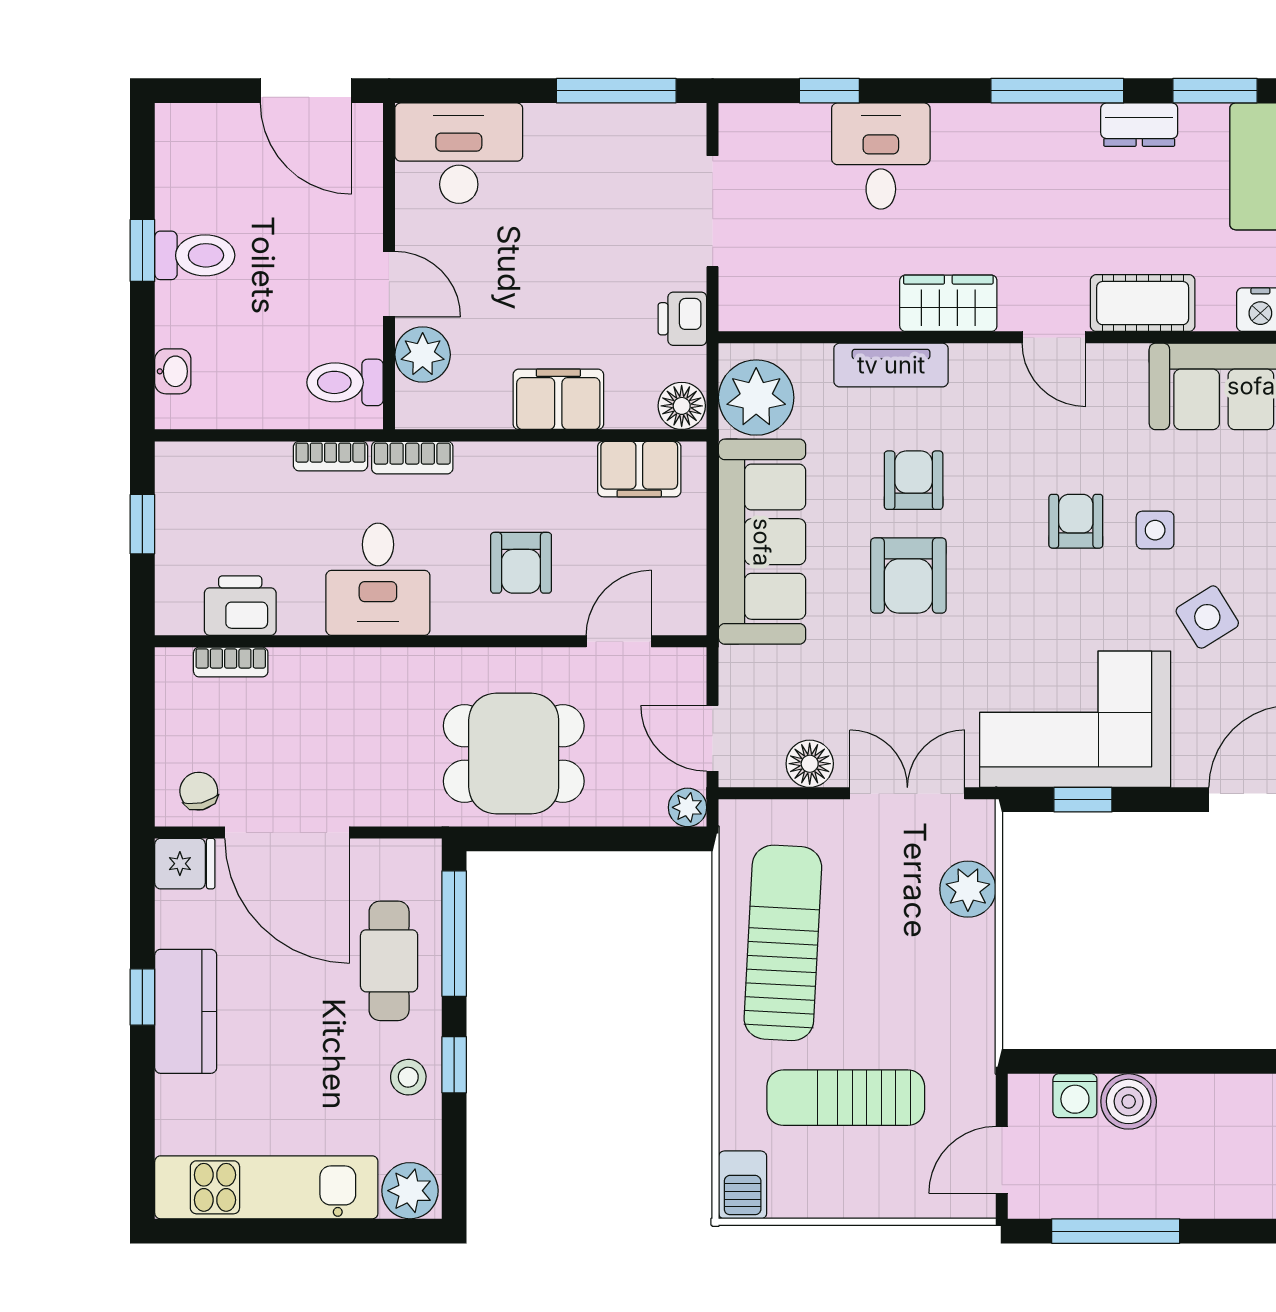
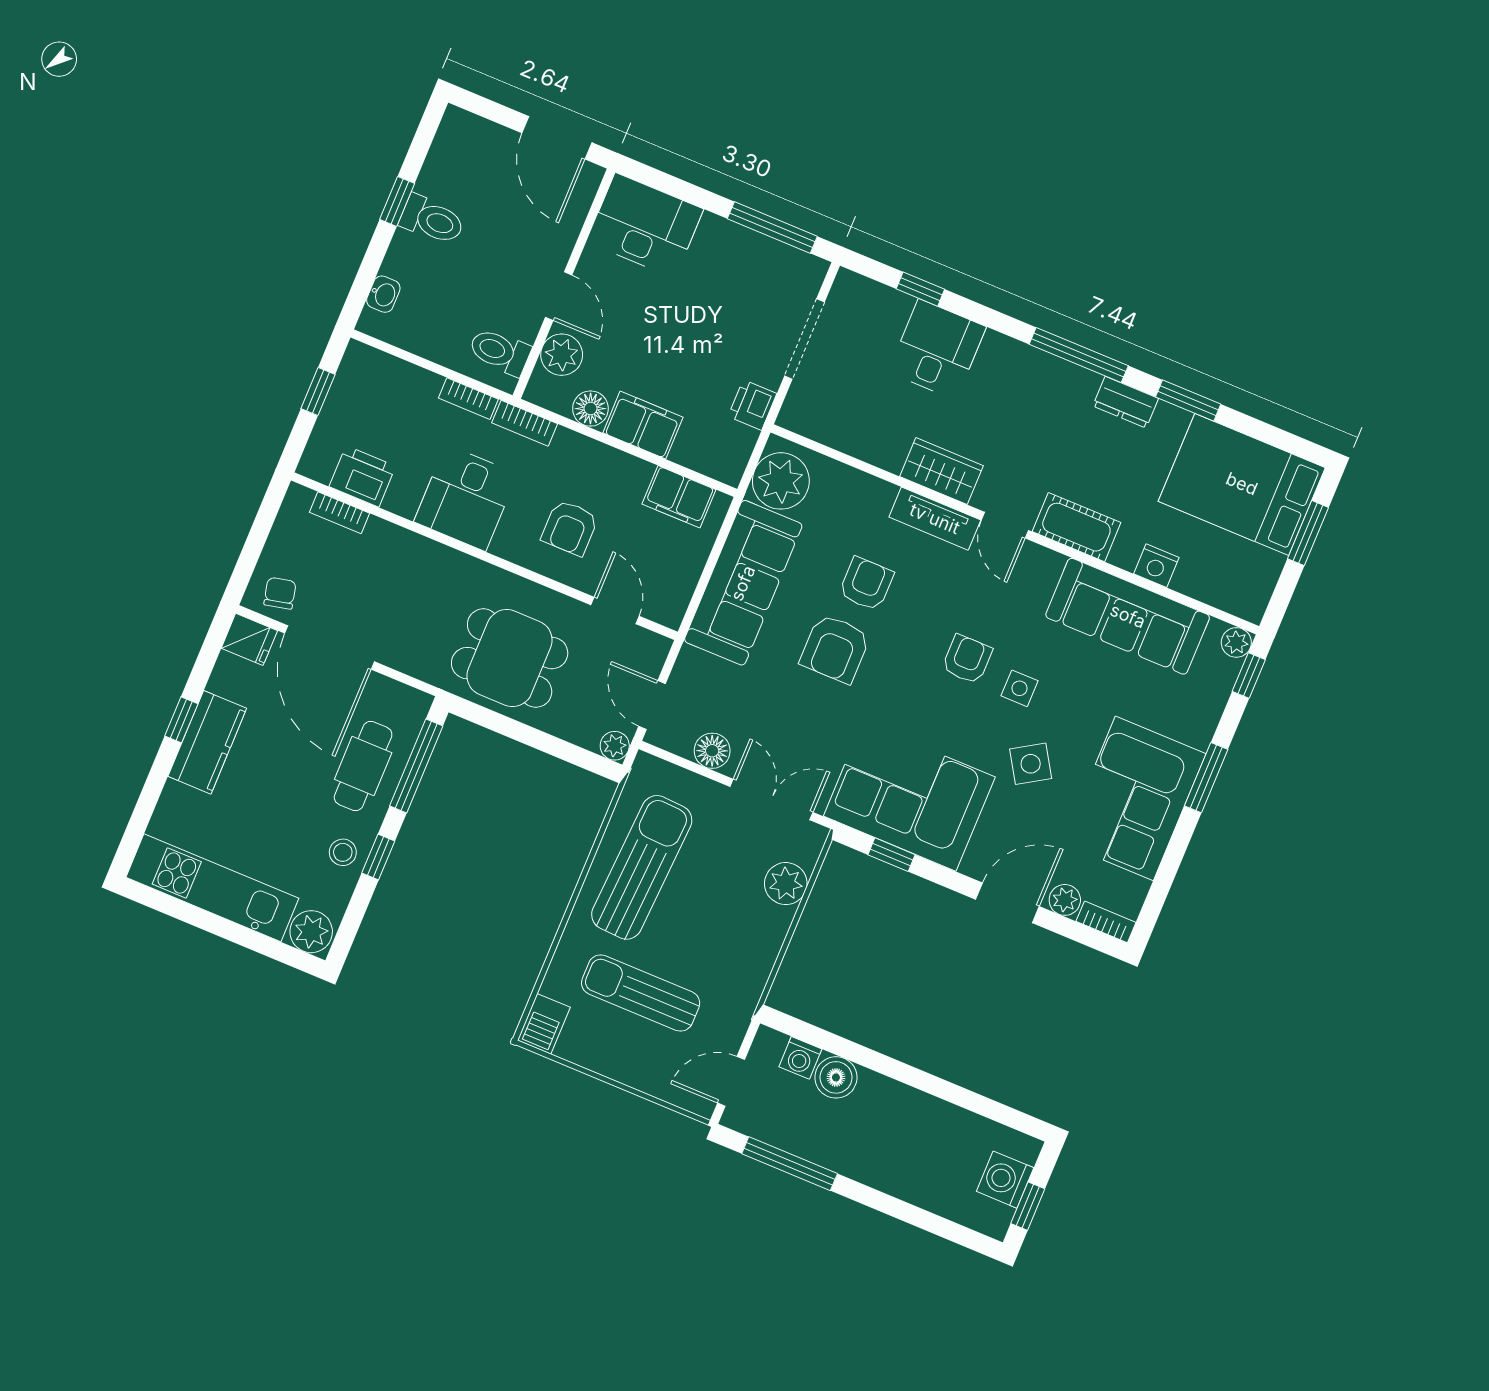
tv unit: (891, 365) -> (935, 519), moved
floor lamp: (682, 406) -> (590, 409), moved
door: (619, 641) -> (615, 611), hinge flipped

